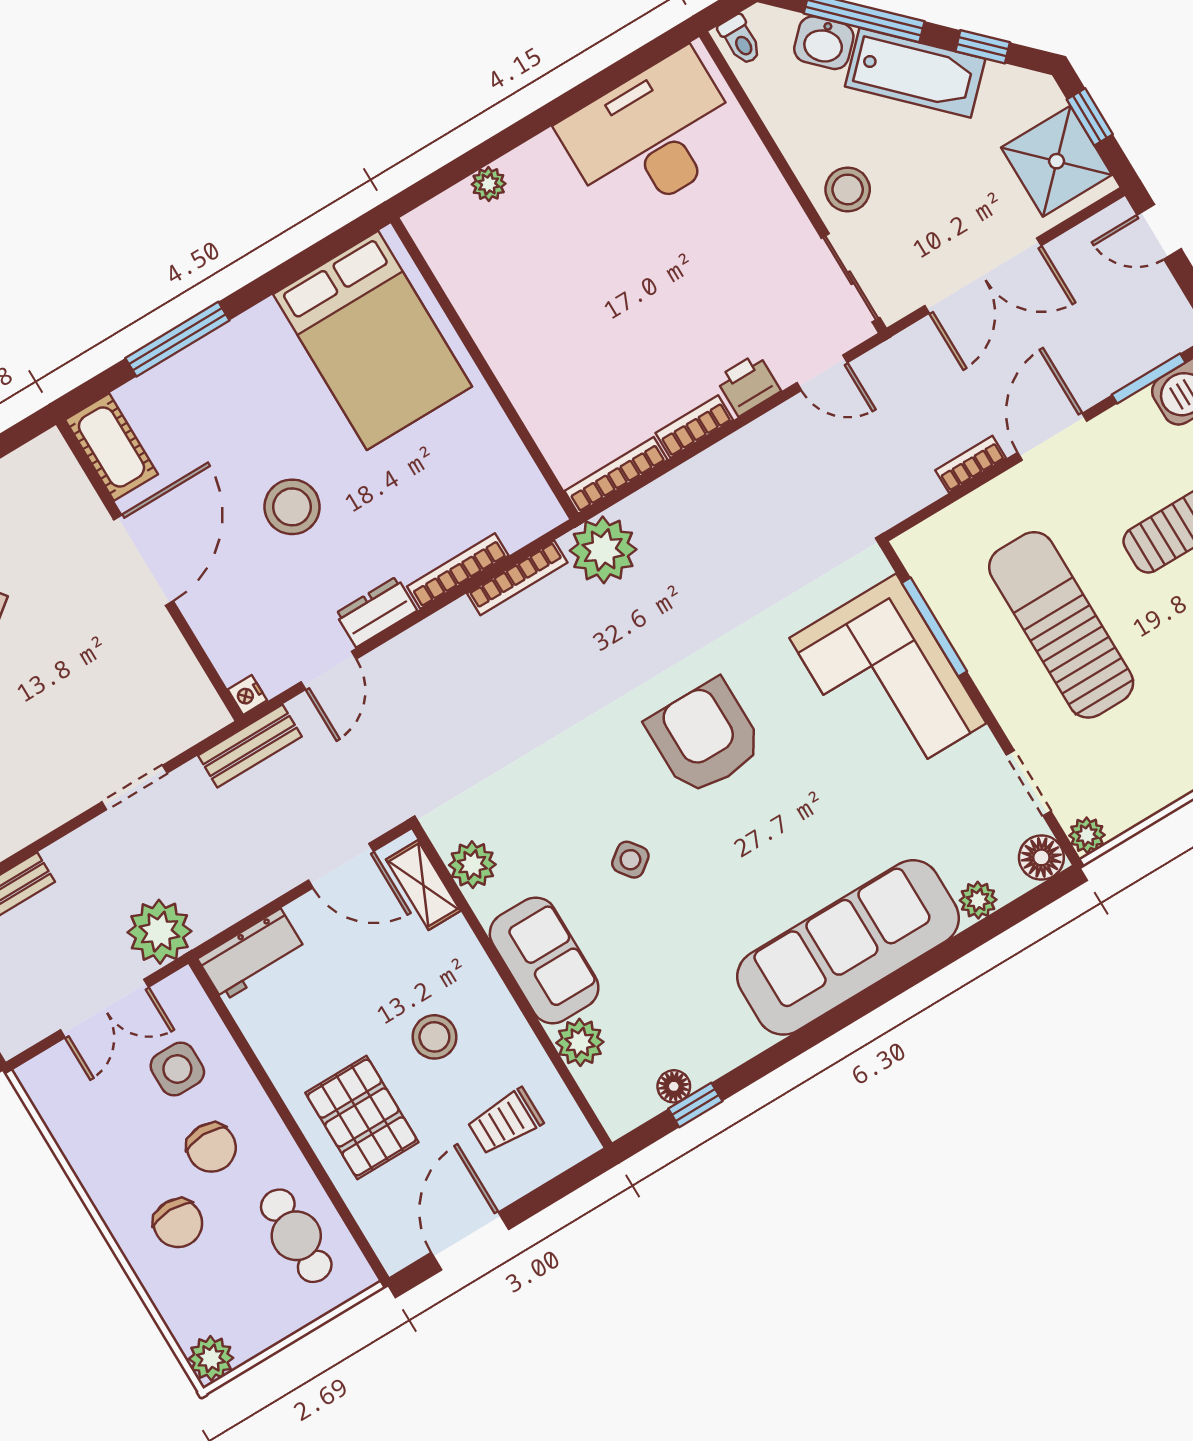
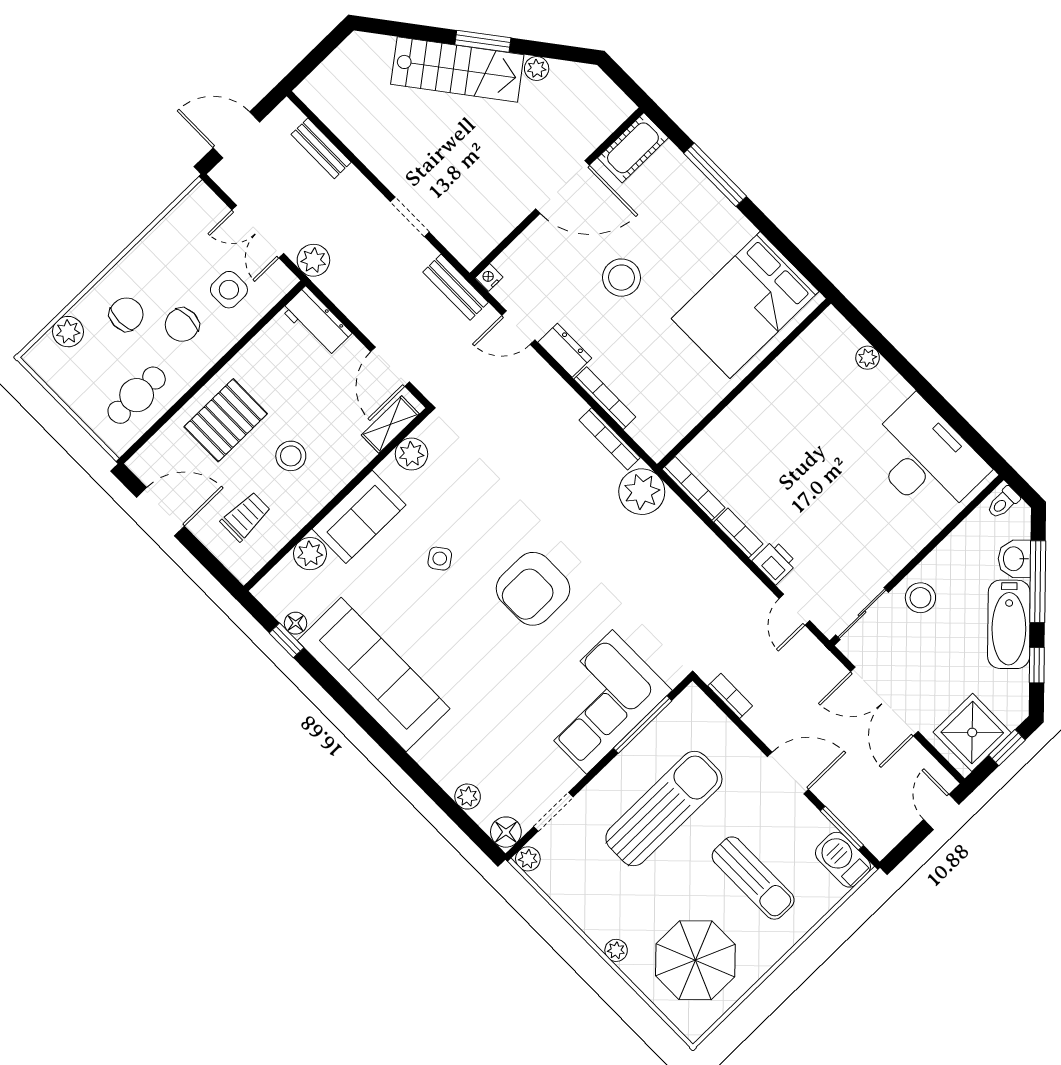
bookcase: (971, 464) -> (730, 696), moved
armchair: (705, 737) -> (533, 589), turned 180
plant: (159, 932) -> (313, 260), width x0.73, depth x0.73
sofa: (848, 947) -> (374, 675), moved
trolley: (505, 1122) -> (246, 516), turned 90
chair: (178, 1223) -> (126, 314), turned 180
plant: (211, 1358) -> (68, 332), moved

